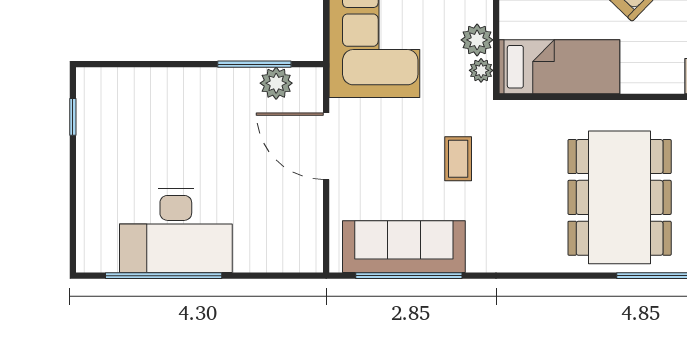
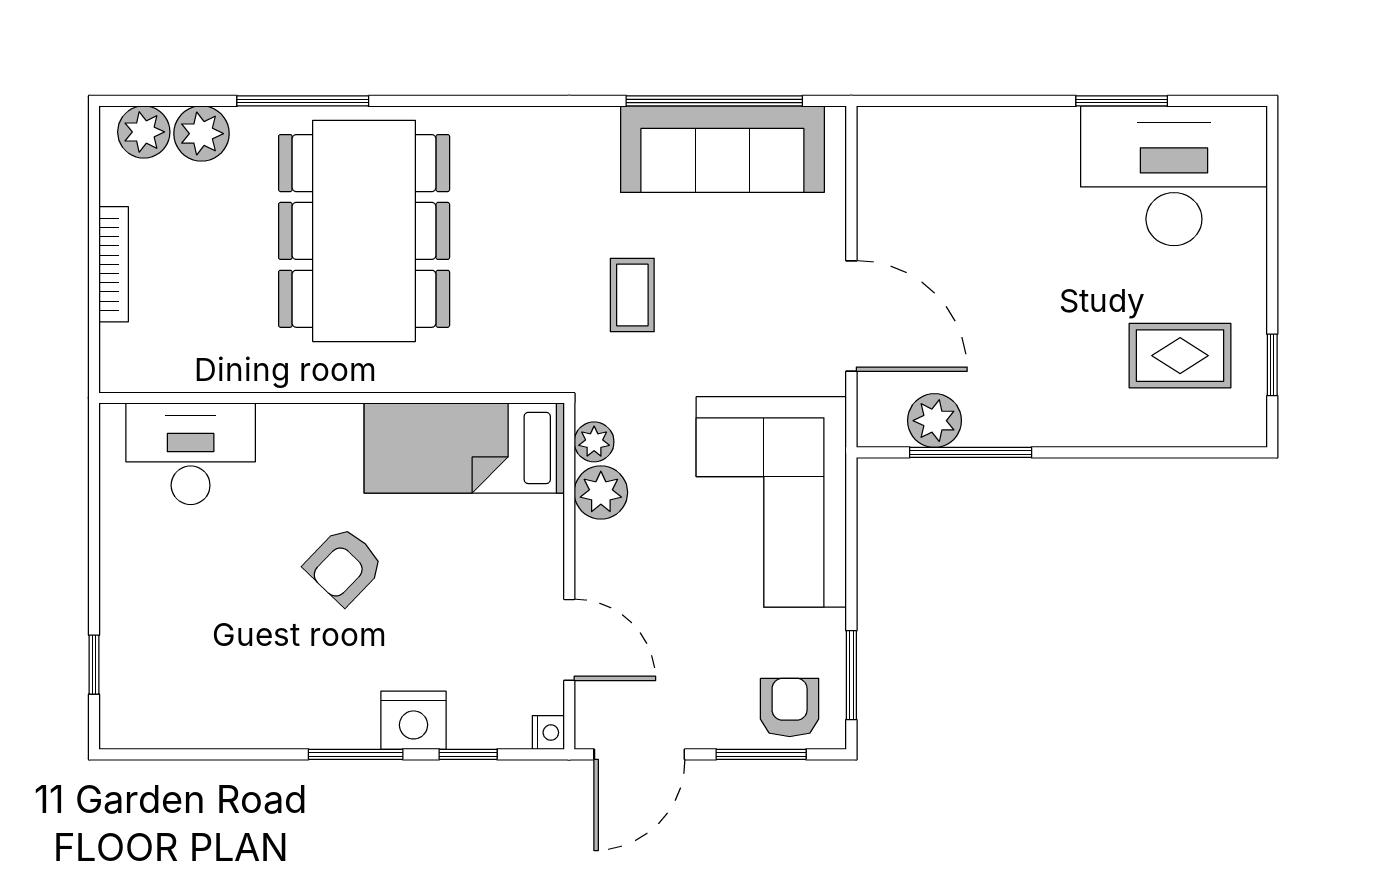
rug: (128, 122) -> (1180, 356), added
desk: (176, 231) -> (1174, 176), moved
window: (164, 276) -> (1122, 101), width x0.47

